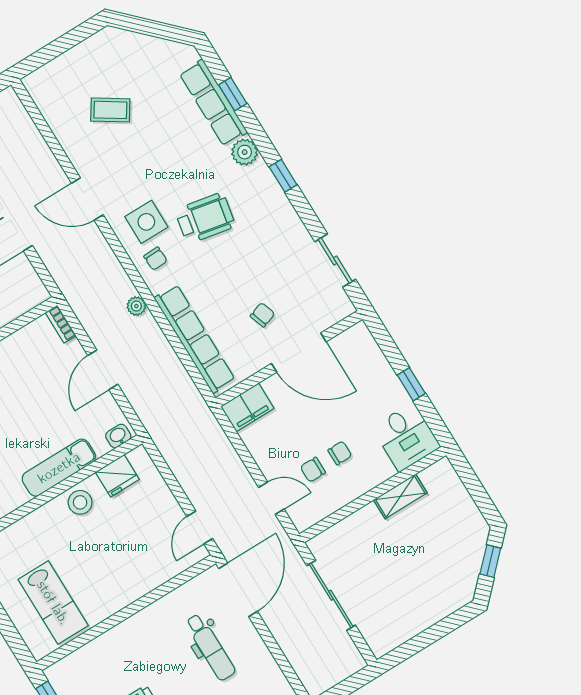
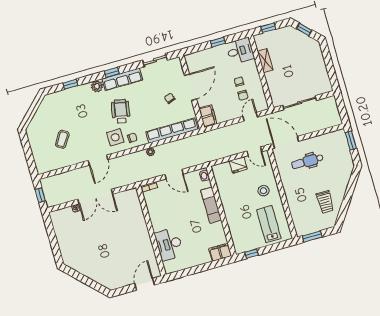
row of seats: (213, 103) -> (122, 79), moved
fridge: (117, 476) -> (238, 165), moved, turned 90
window: (472, 483) -> (268, 28), added
stool: (80, 502) -> (263, 191), moved
lab bench: (53, 603) -> (269, 224), turned -90
dental chair: (210, 647) -> (307, 161), turned 180

